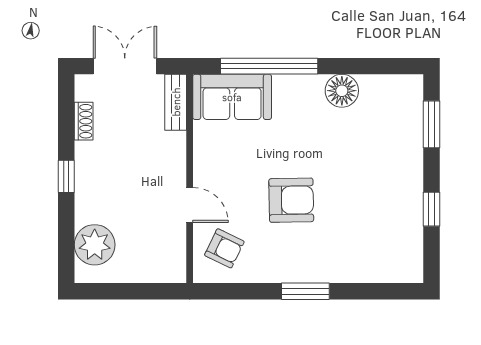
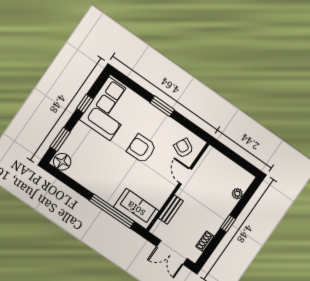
floor lamp: (342, 91) -> (62, 162), moved
bench: (176, 102) -> (171, 210), moved
corner sofa: (387, 228) -> (109, 109), added
plant: (95, 245) -> (237, 194), width x0.53, depth x0.53

